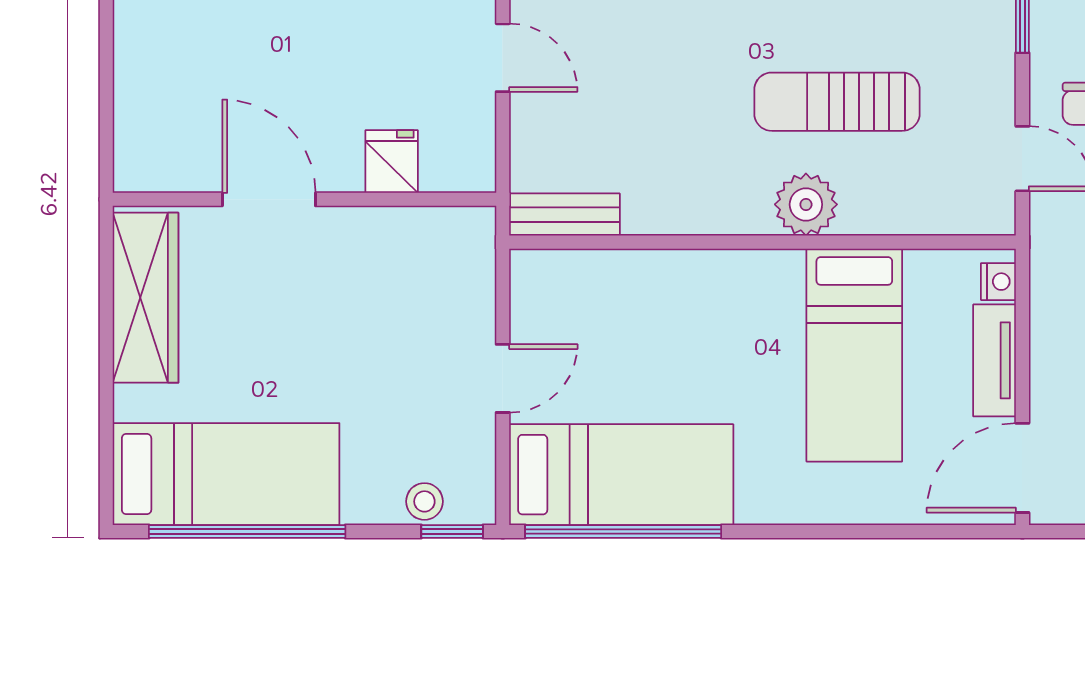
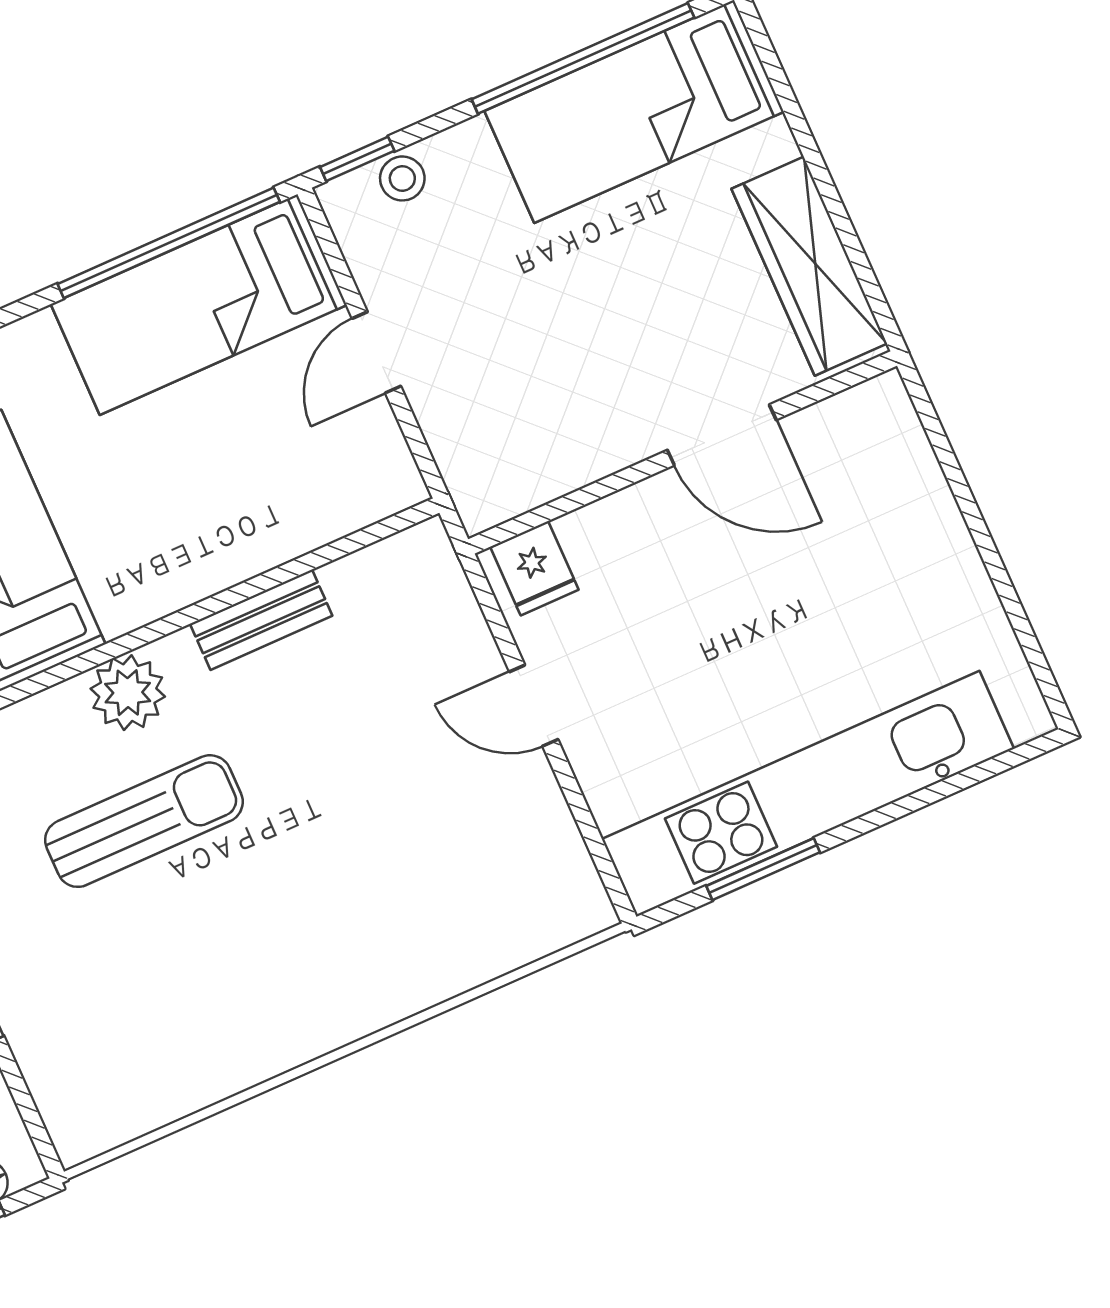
fridge: (392, 162) -> (534, 568), moved
bench: (564, 215) -> (261, 620), moved

